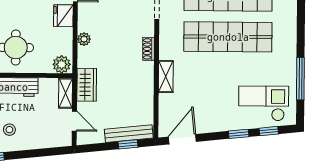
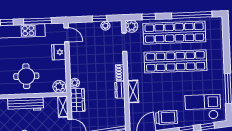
plant: (84, 39) -> (75, 83), moved
dresser: (147, 73) -> (120, 90), added
trolley: (211, 116) -> (167, 118), added

